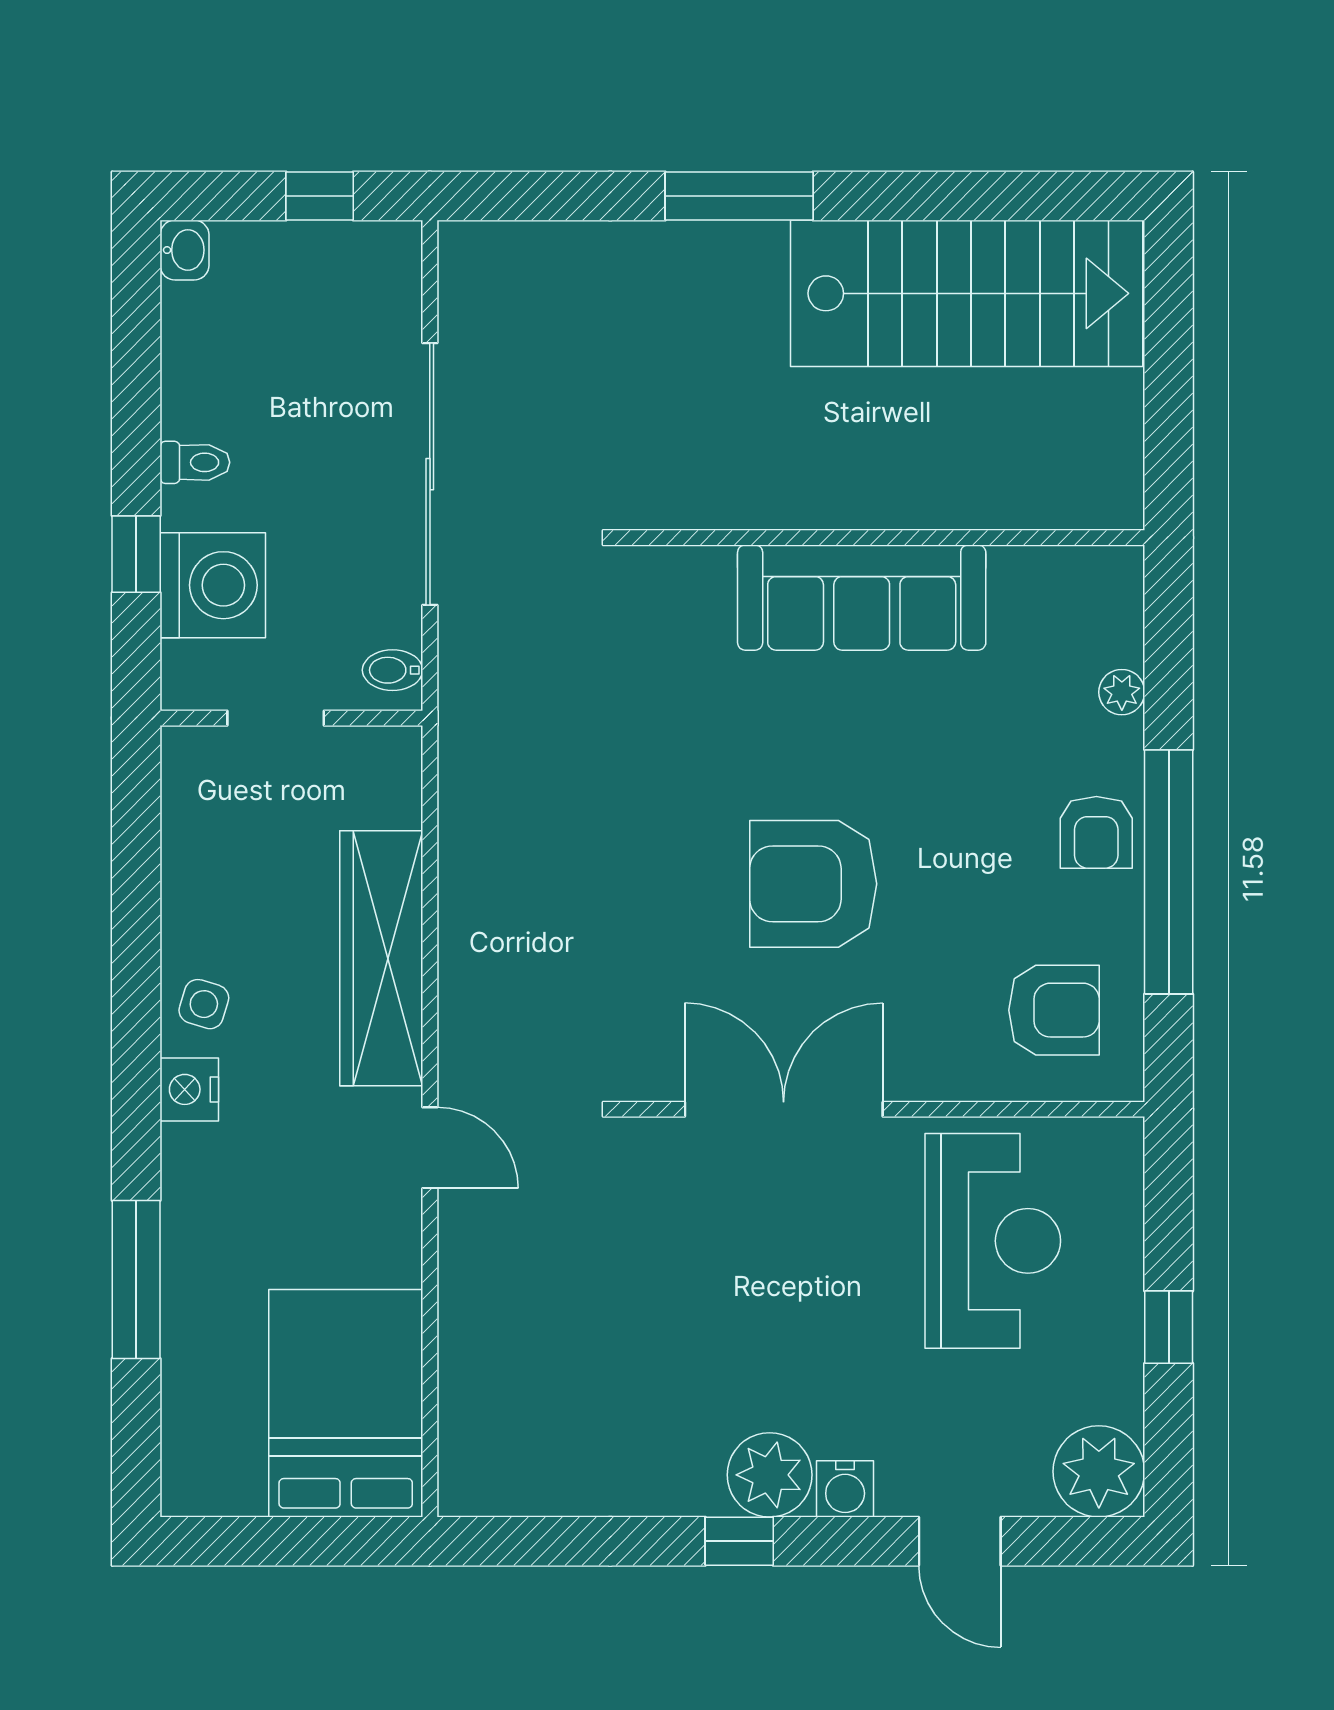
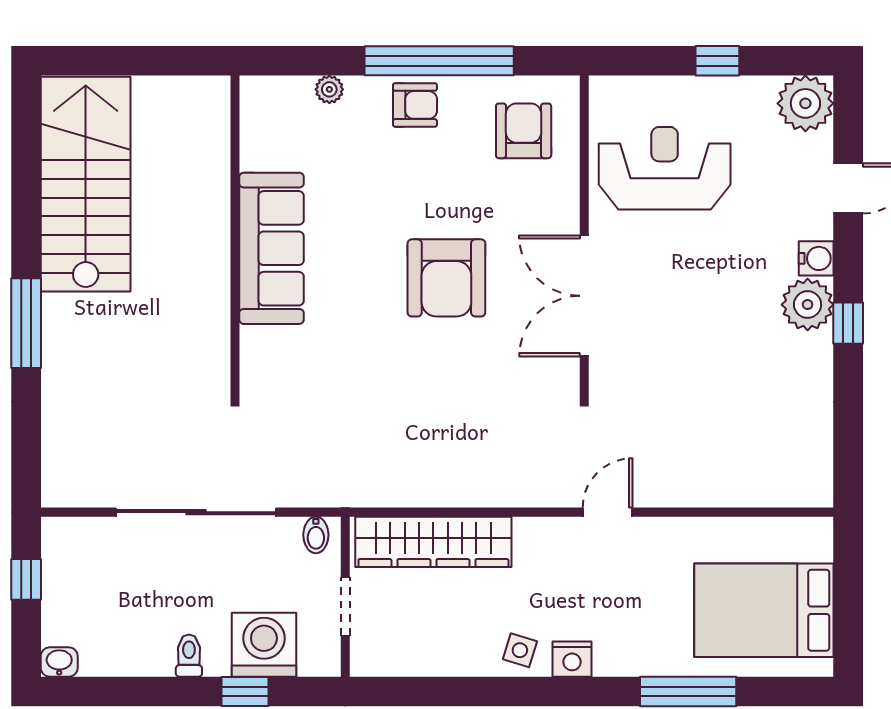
wardrobe: (381, 958) -> (433, 542), moved
bed: (346, 1403) -> (764, 610), moved

